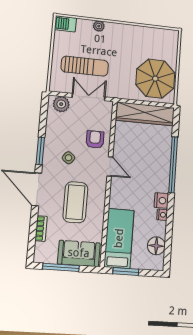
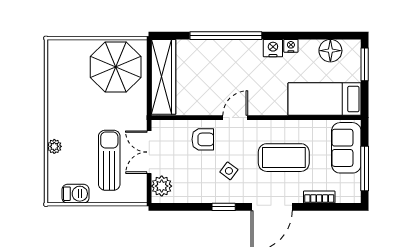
barbecue: (65, 24) -> (75, 194), moved, turned -90
armchair: (95, 140) -> (203, 139), turned 180
window: (40, 151) -> (224, 207), width x0.67
window: (126, 272) -> (365, 64), moved

